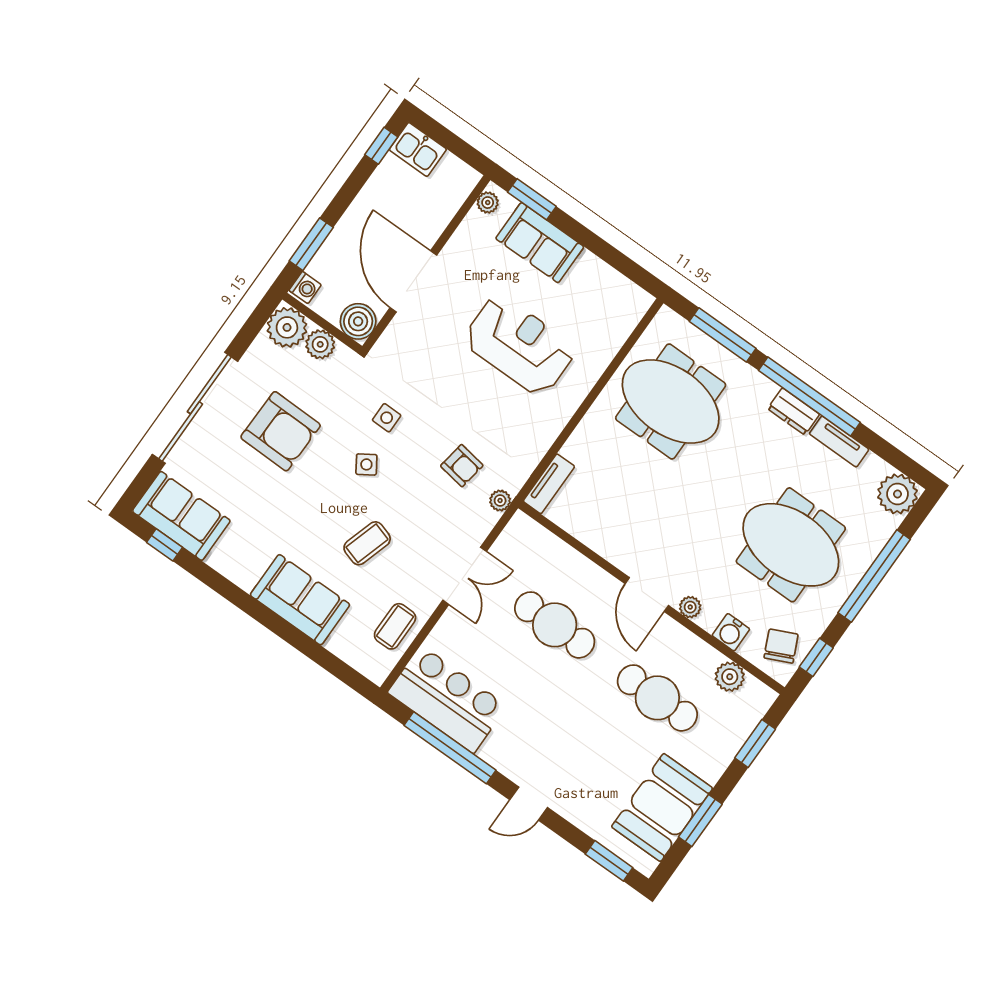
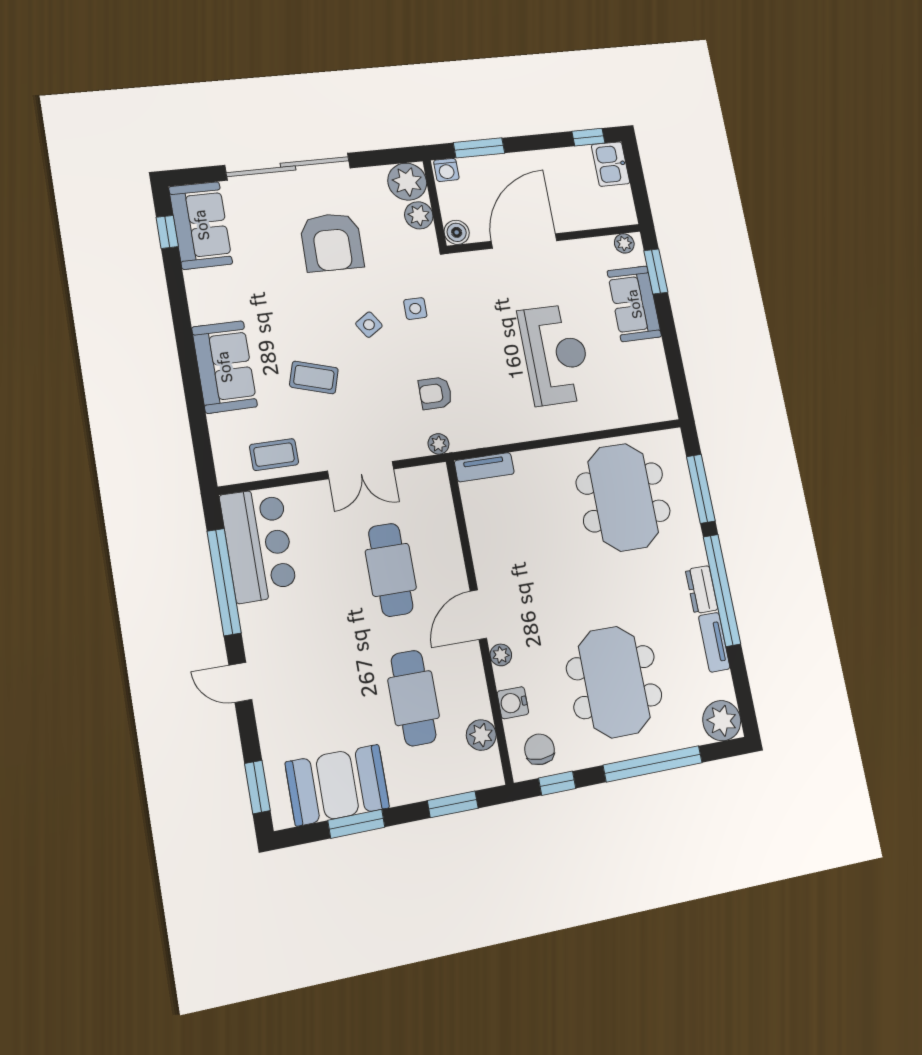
boiler: (358, 321) -> (457, 232), width x0.73, depth x0.73
armchair: (462, 466) -> (435, 393), turned 81
chair: (781, 646) -> (539, 749), turned -65

